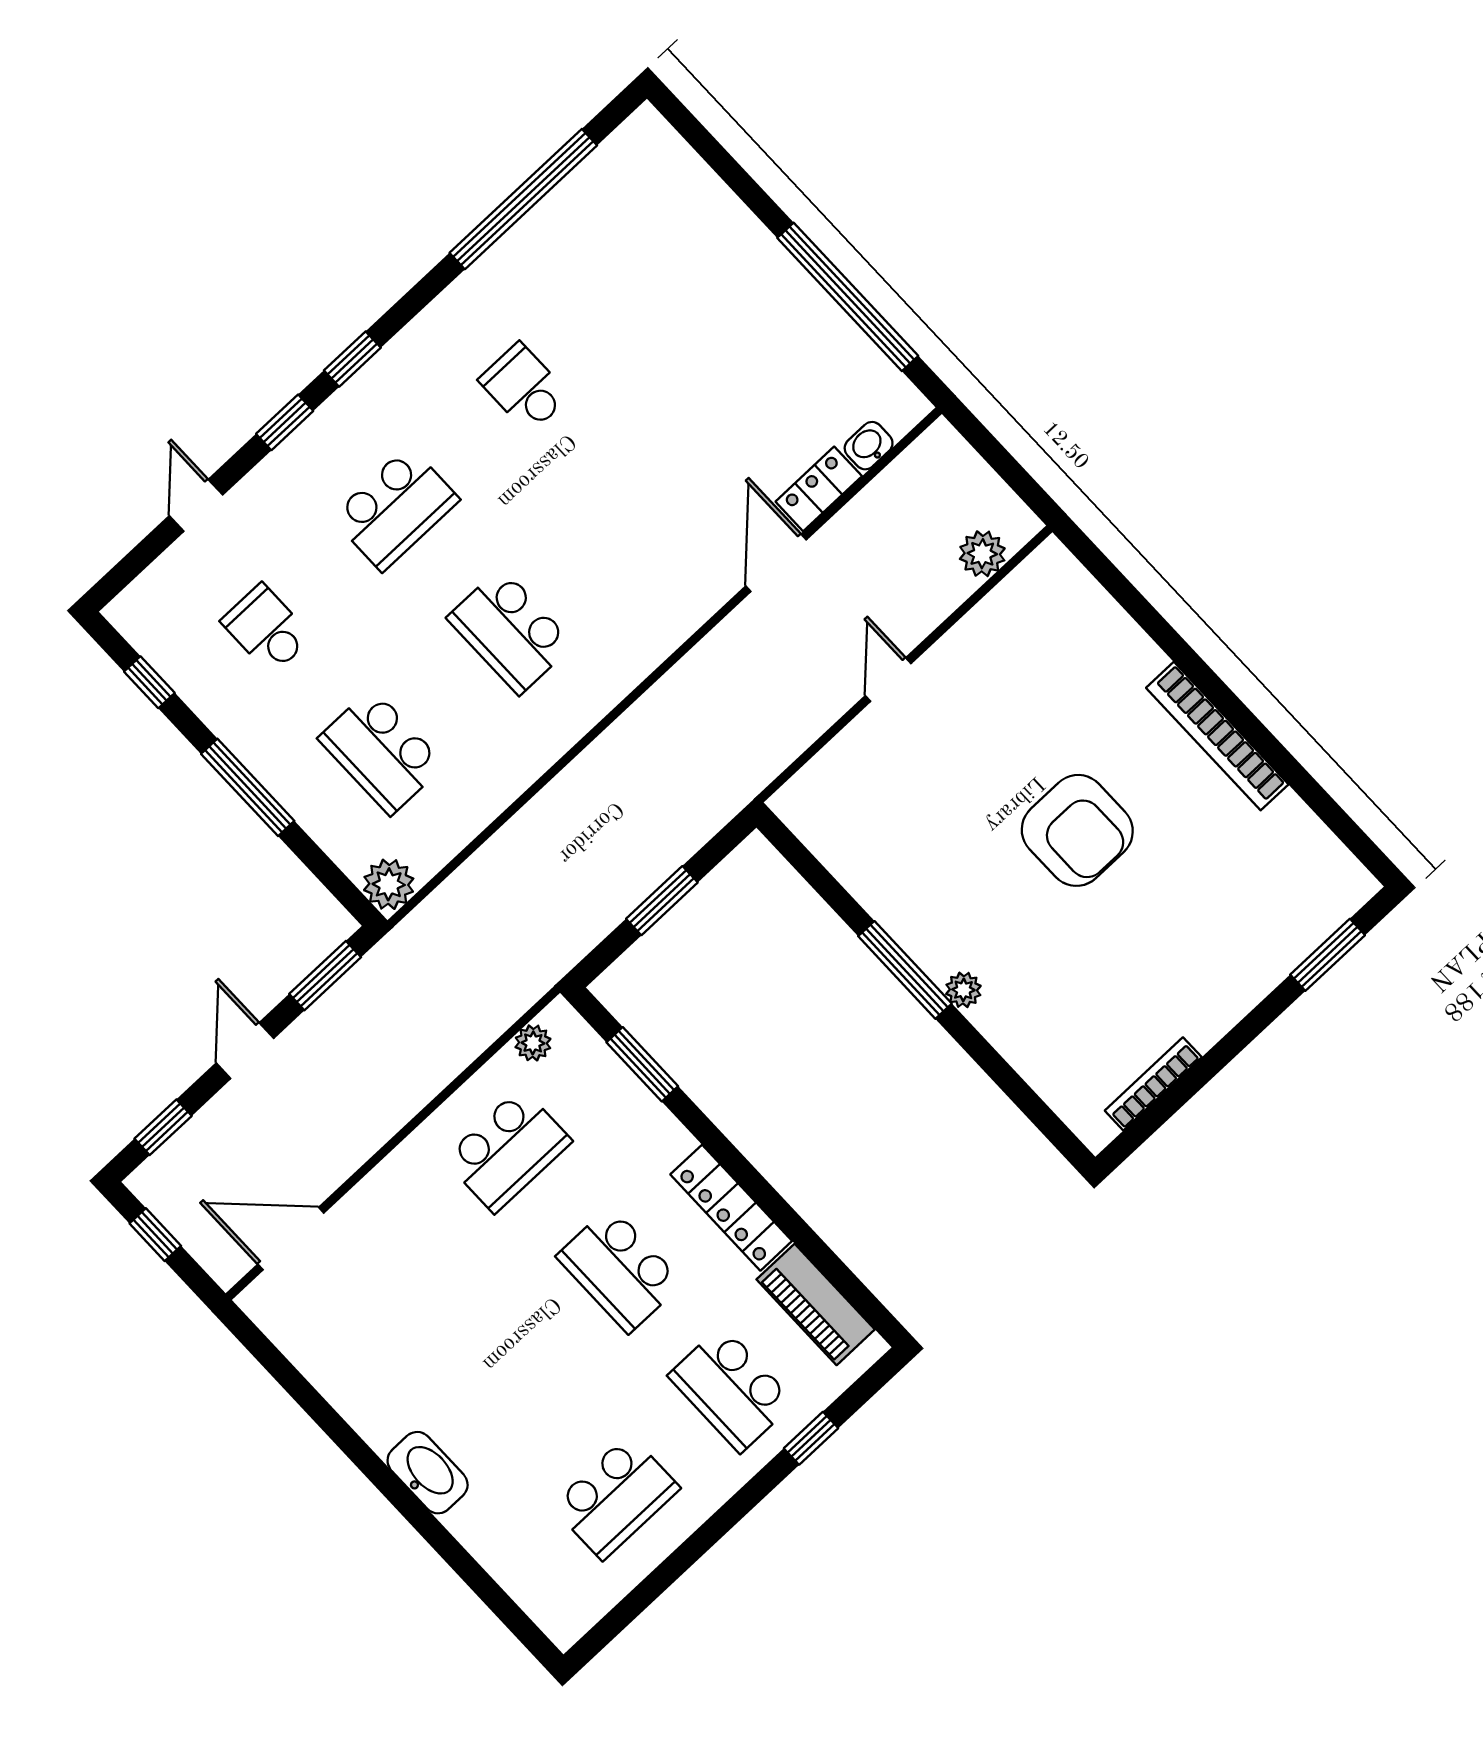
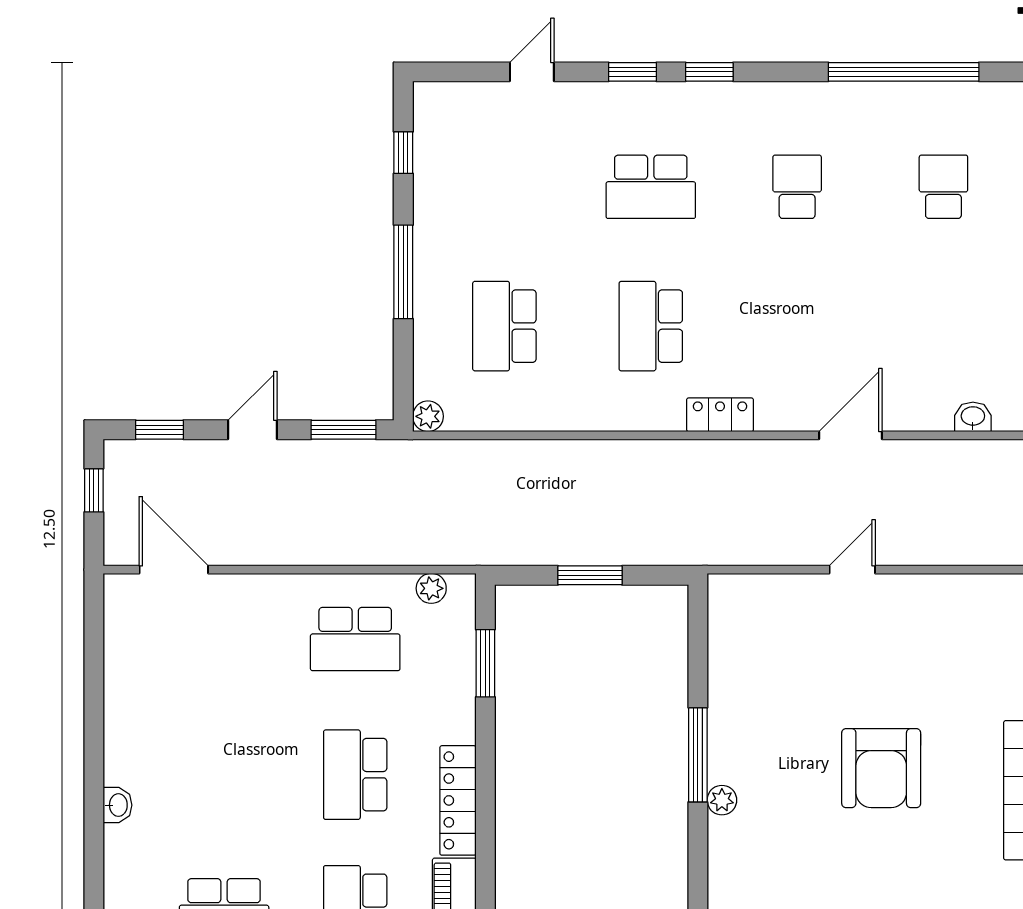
locker: (819, 489) -> (720, 415), moved
plant: (982, 554) -> (980, 547), removed
school desk: (267, 629) -> (943, 187), moved
plant: (389, 884) -> (428, 416), width x0.73, depth x0.73
washbasin: (428, 1473) -> (118, 805), width x0.52, depth x0.69

